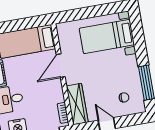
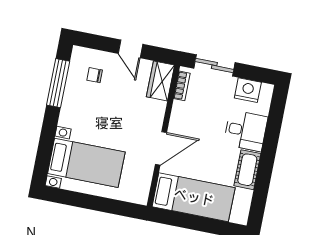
wardrobe: (77, 104) -> (161, 81), width x0.67

